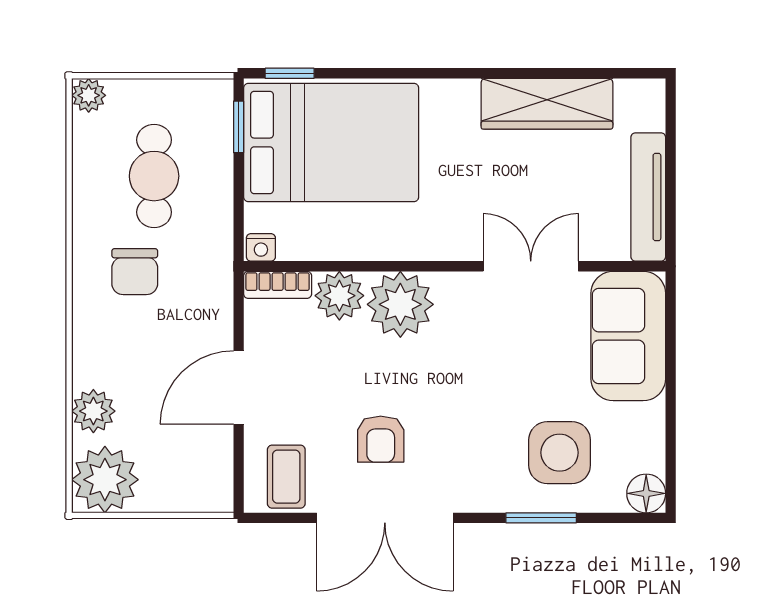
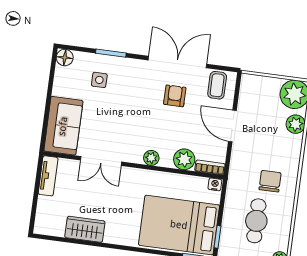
wardrobe: (547, 104) -> (85, 229), width x0.67
tv unit: (648, 197) -> (48, 176), width x0.71
plant: (400, 304) -> (151, 158), width x0.53, depth x0.53
door: (239, 387) -> (232, 126), swing flipped
side table: (560, 453) -> (99, 80), width x0.54, depth x0.54

